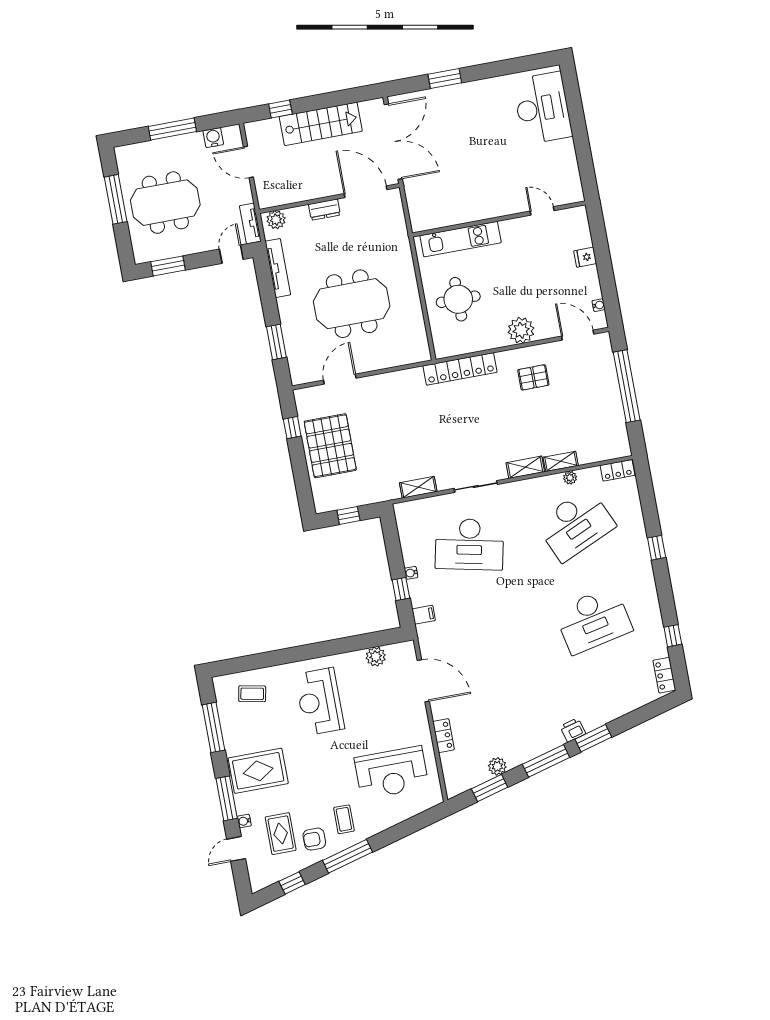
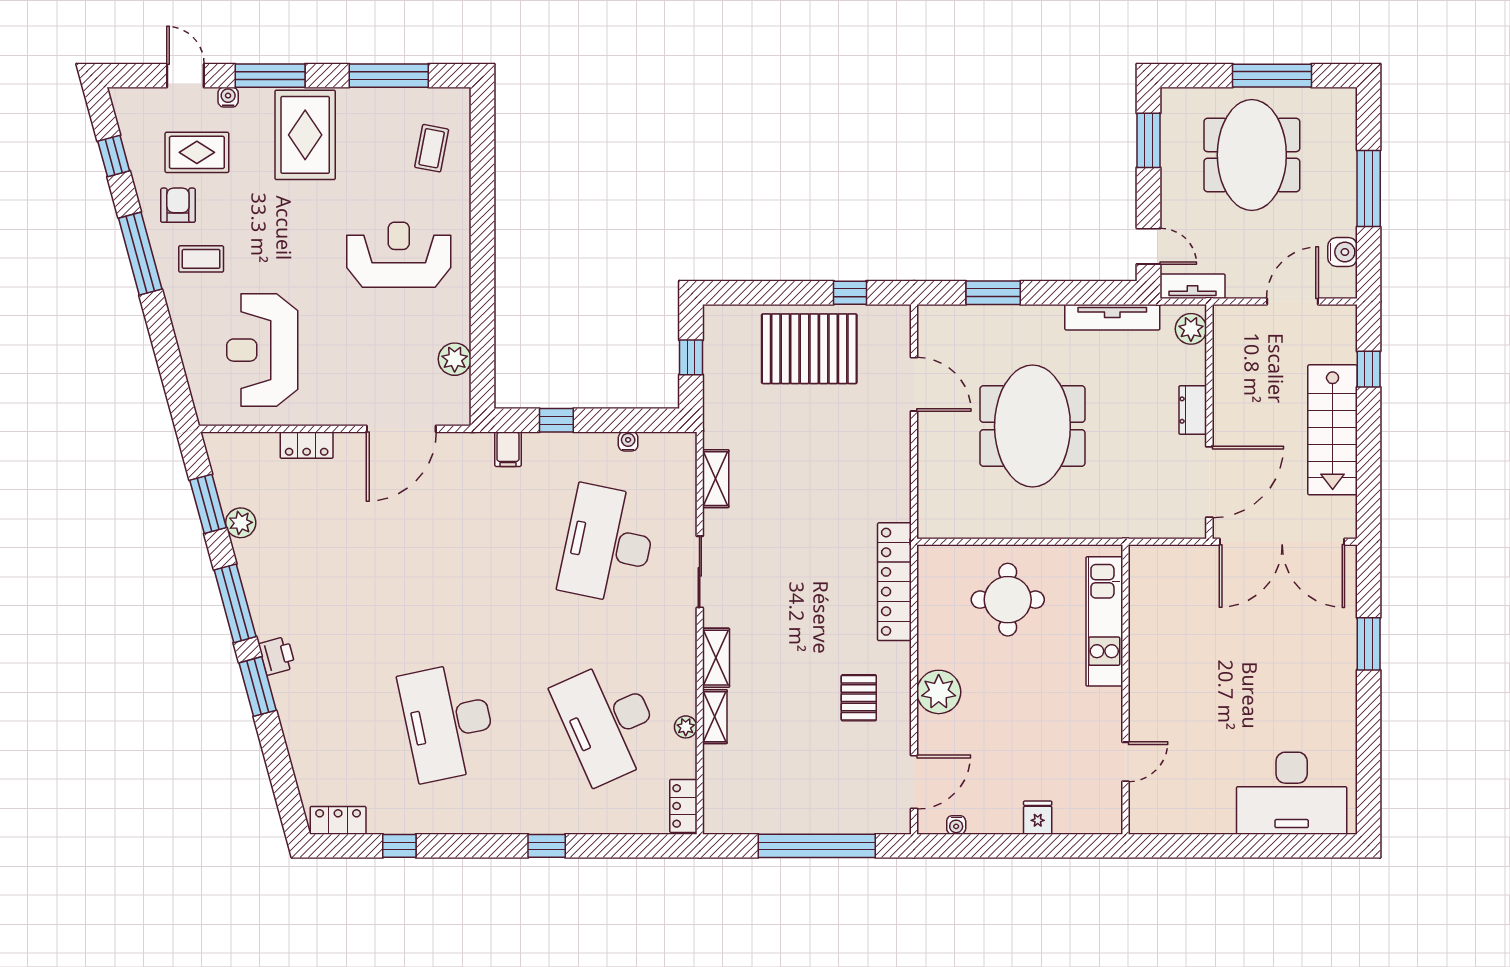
water cooler: (411, 573) -> (628, 441), moved

